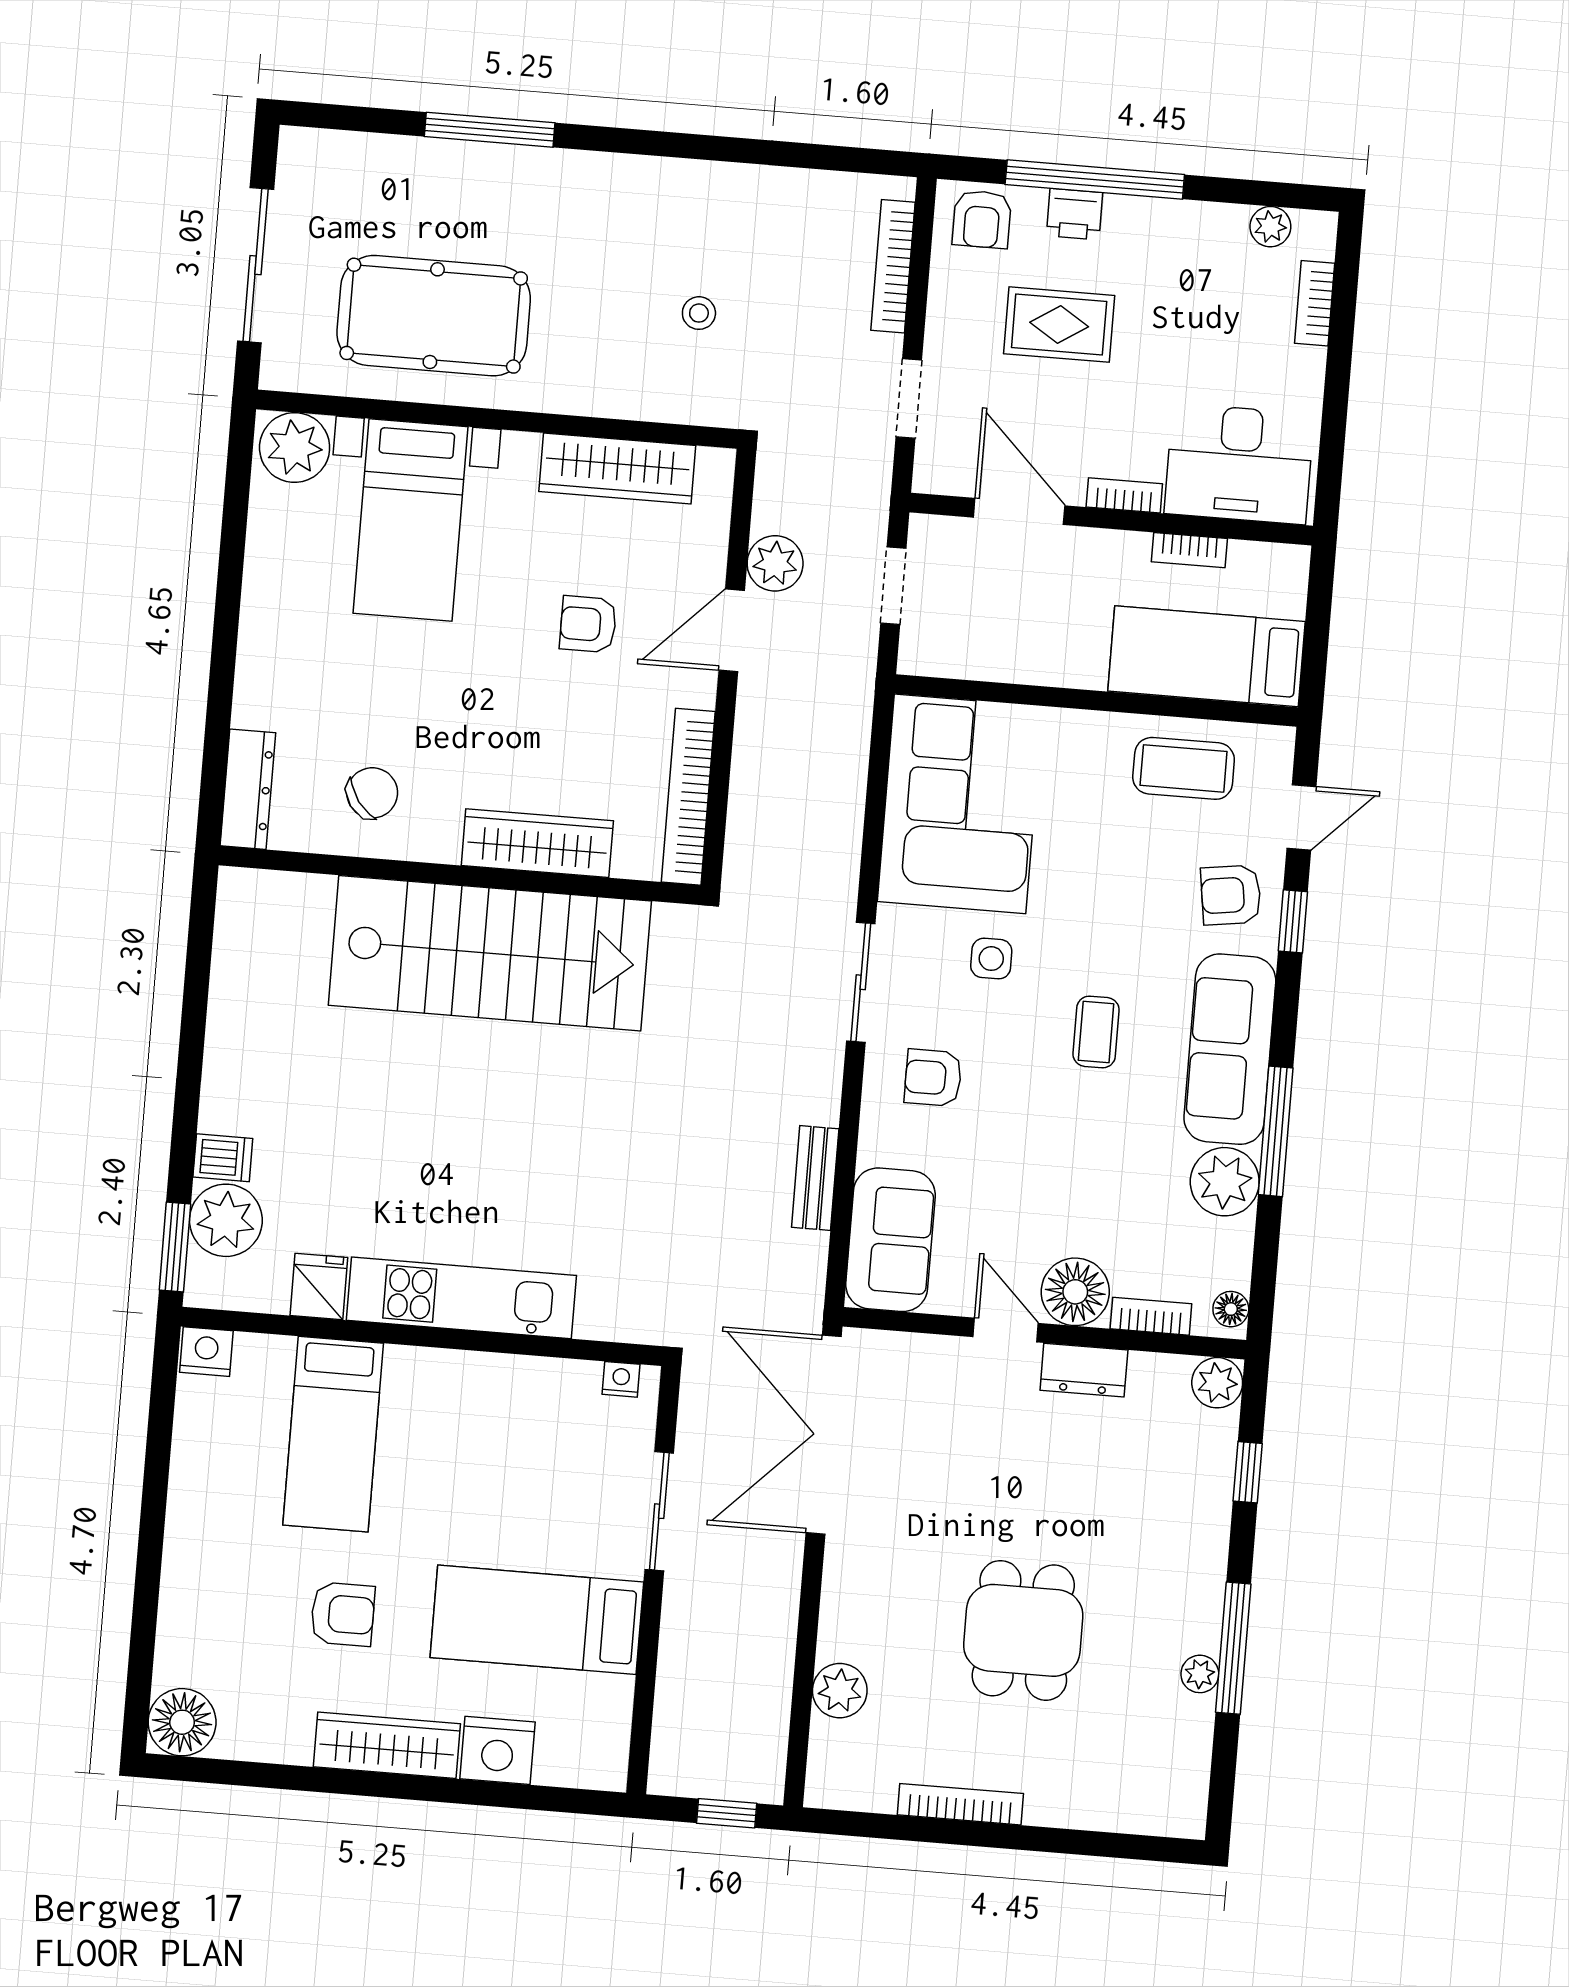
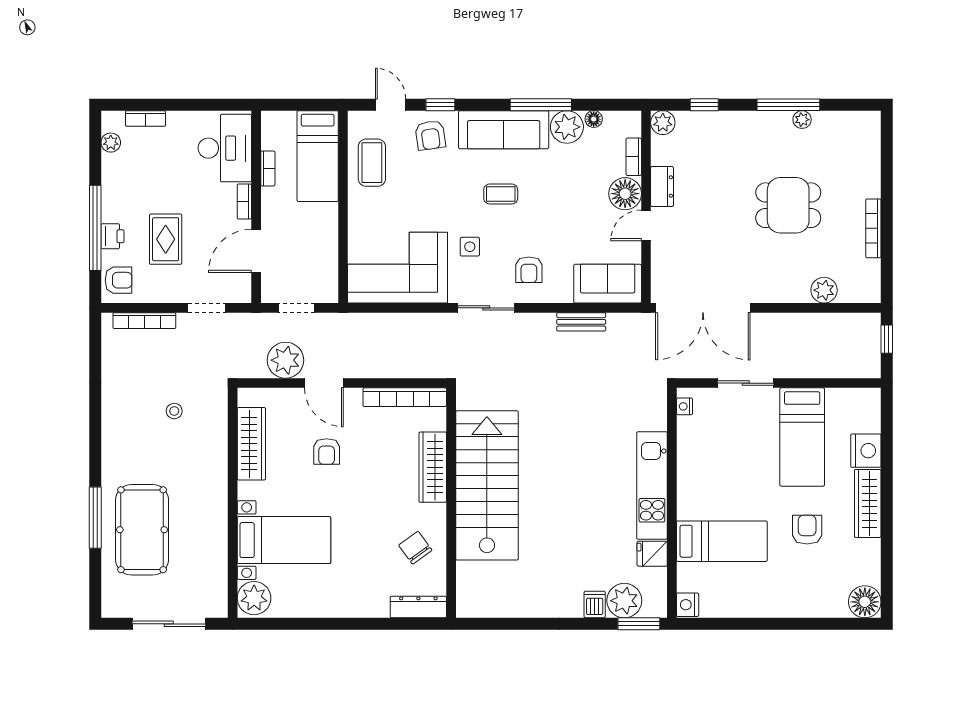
pool table: (434, 316) -> (142, 530), moved
plant: (775, 563) -> (285, 360), width x1.36, depth x1.36
floor lamp: (1231, 1309) -> (594, 119), moved

